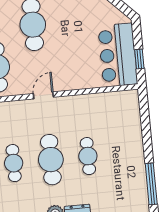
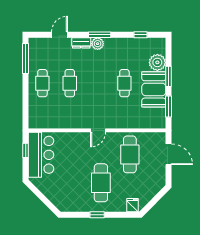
cafe table: (51, 160) -> (42, 83), moved, width x0.73, depth x0.74

